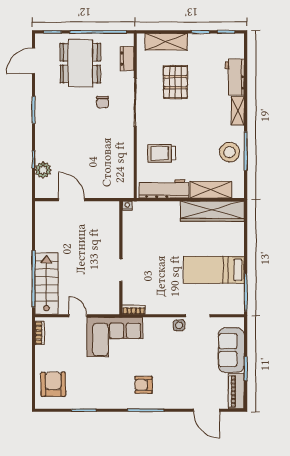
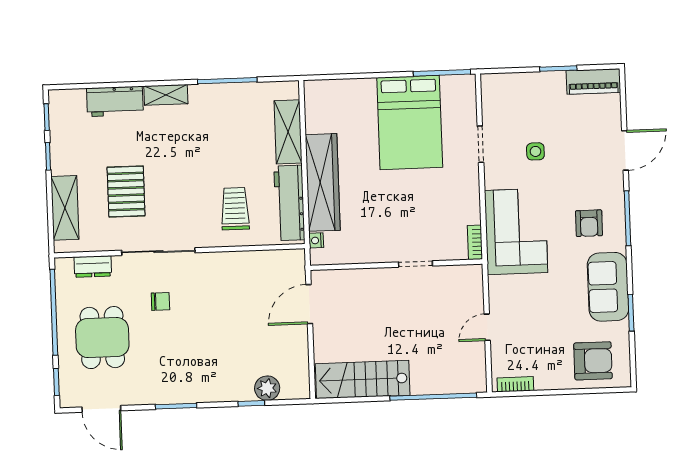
dining table: (80, 63) -> (102, 338), width x0.73
pallet: (175, 82) -> (126, 191), turned 90
stool: (229, 152) -> (229, 105), removed
trolley: (162, 153) -> (235, 209), turned 180
door: (72, 200) -> (309, 304), moved
nightstand: (127, 206) -> (316, 240), moved
wardrobe: (212, 211) -> (323, 182), moved
bed: (214, 270) -> (410, 122), width x1.50
stairs: (46, 284) -> (363, 379), moved
side table: (179, 325) -> (535, 151), moved
corner sofa: (115, 337) -> (516, 232), moved
sofa: (231, 350) -> (608, 287), moved, turned 90
armchair: (53, 384) -> (593, 361), turned 180
door: (206, 410) -> (625, 150), moved

